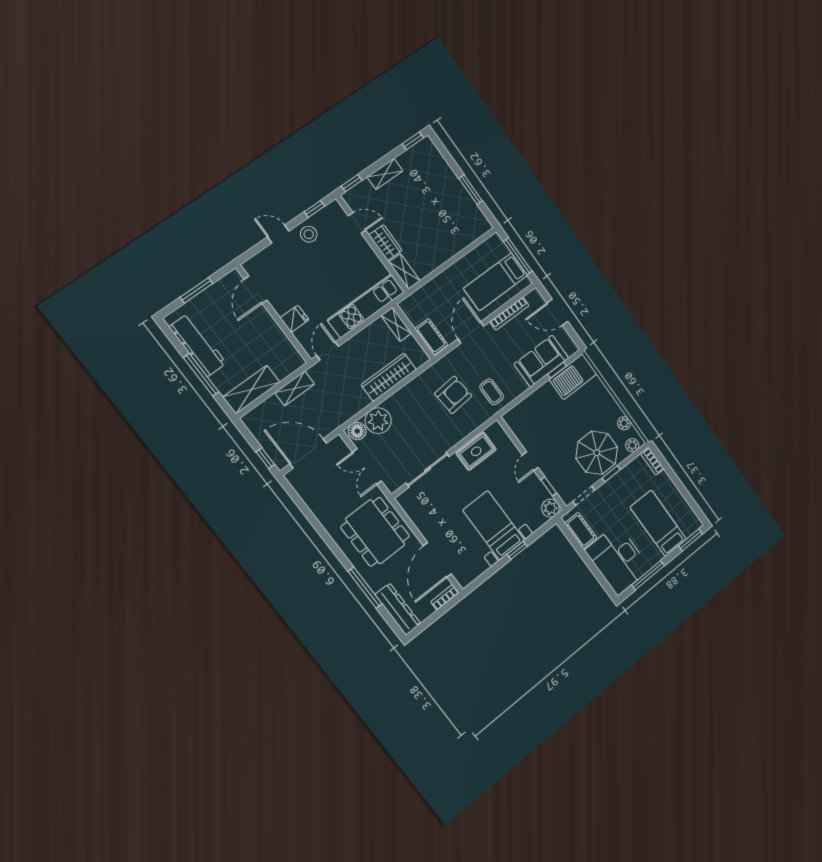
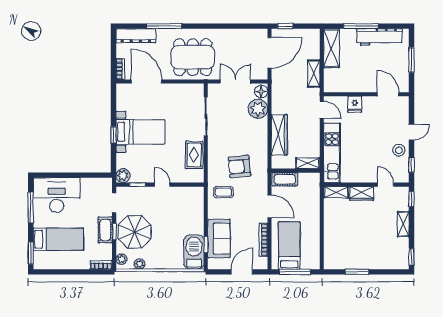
door: (357, 223) -> (386, 185), swing flipped
armchair: (453, 395) -> (239, 166), turned 89
cot: (581, 530) -> (105, 230), moved, turned 90

